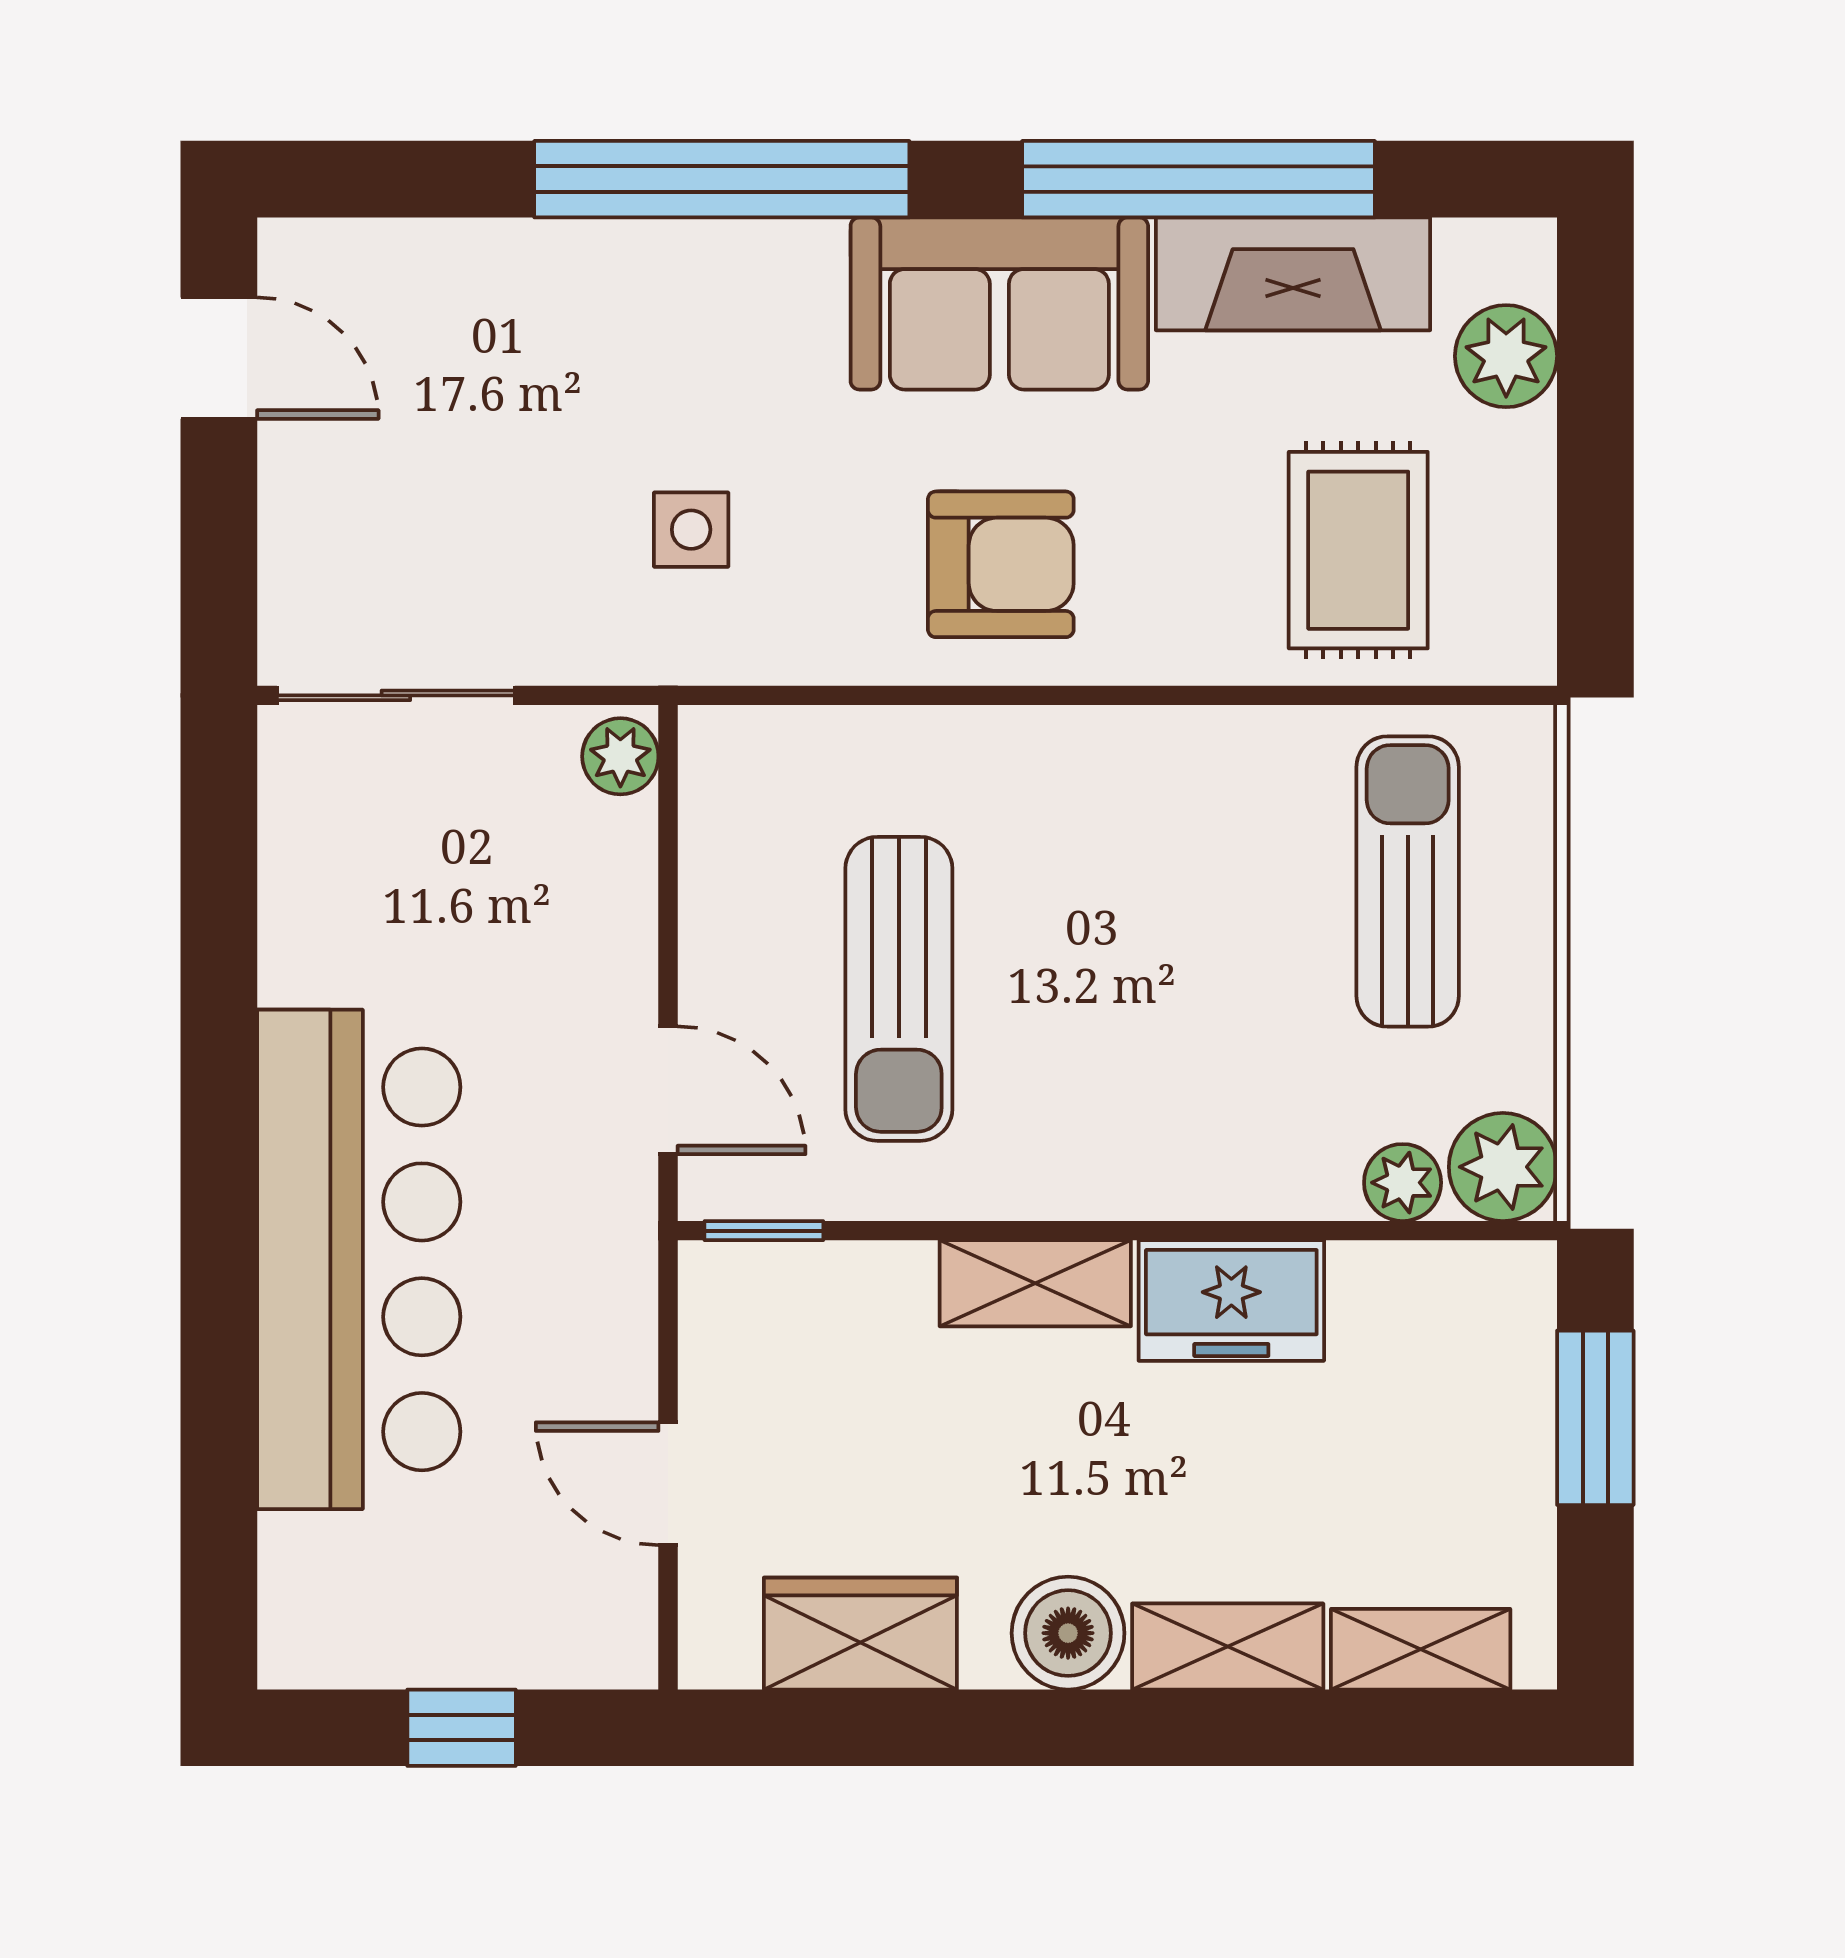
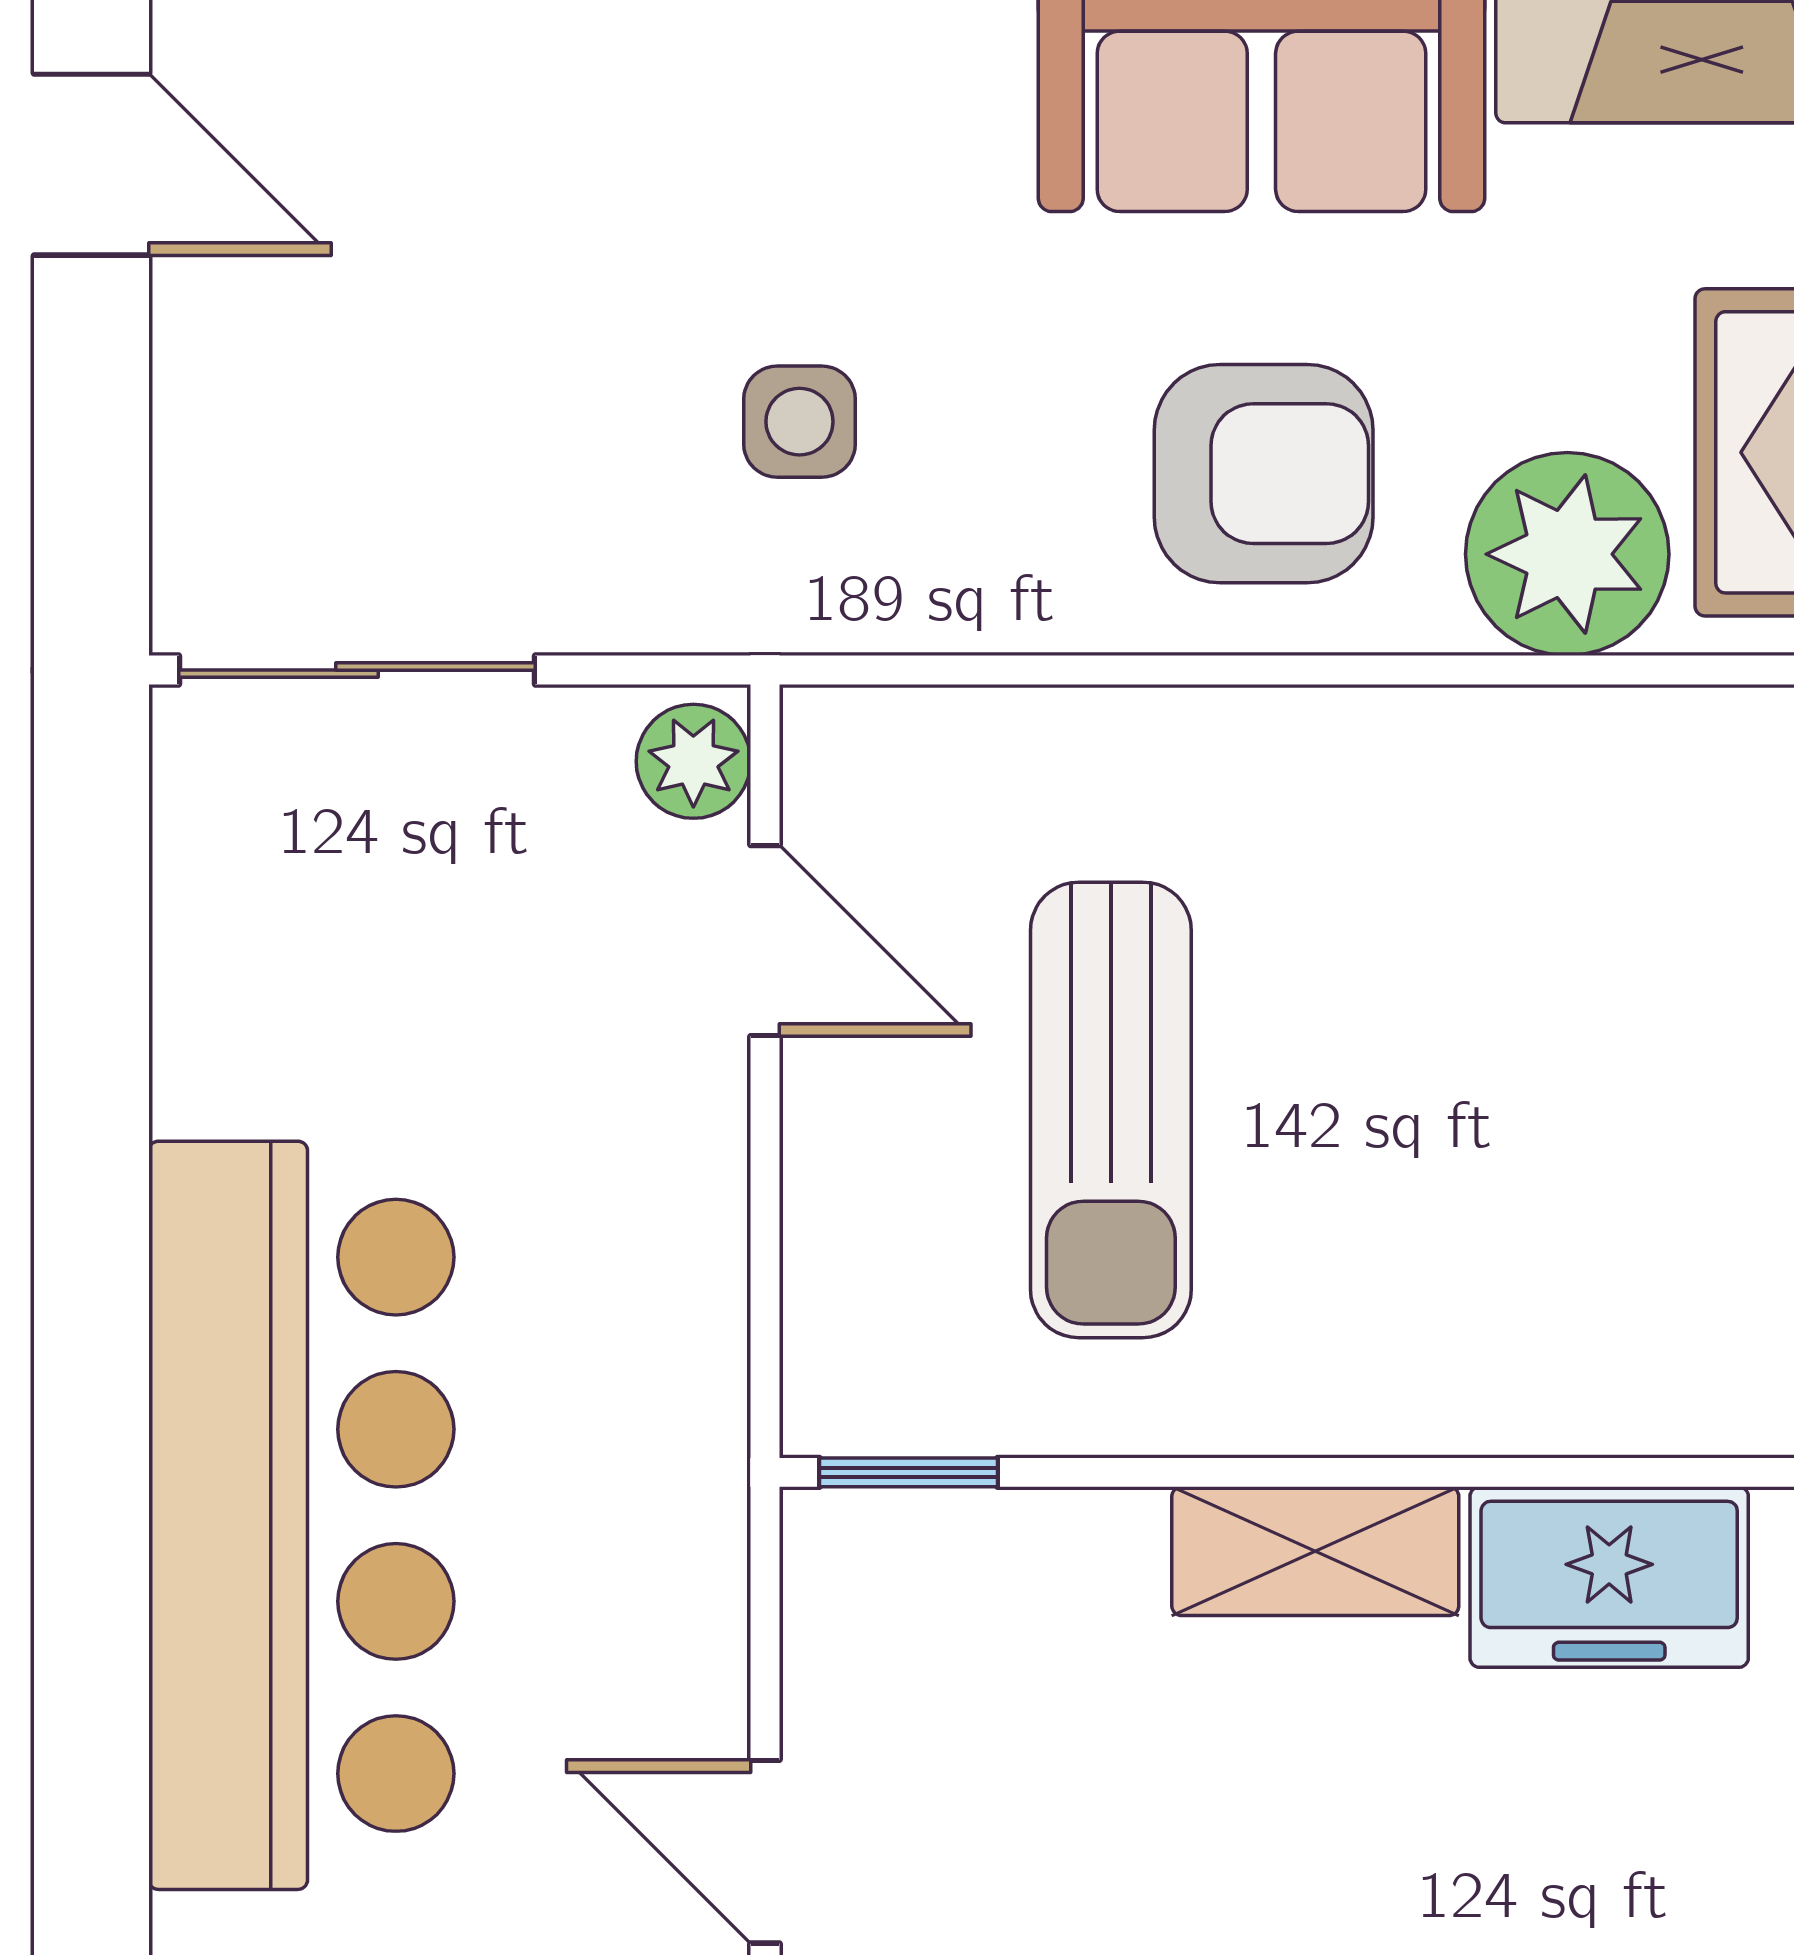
plant: (1203, 618) -> (1567, 554), added
door: (668, 1090) -> (765, 941), moved

